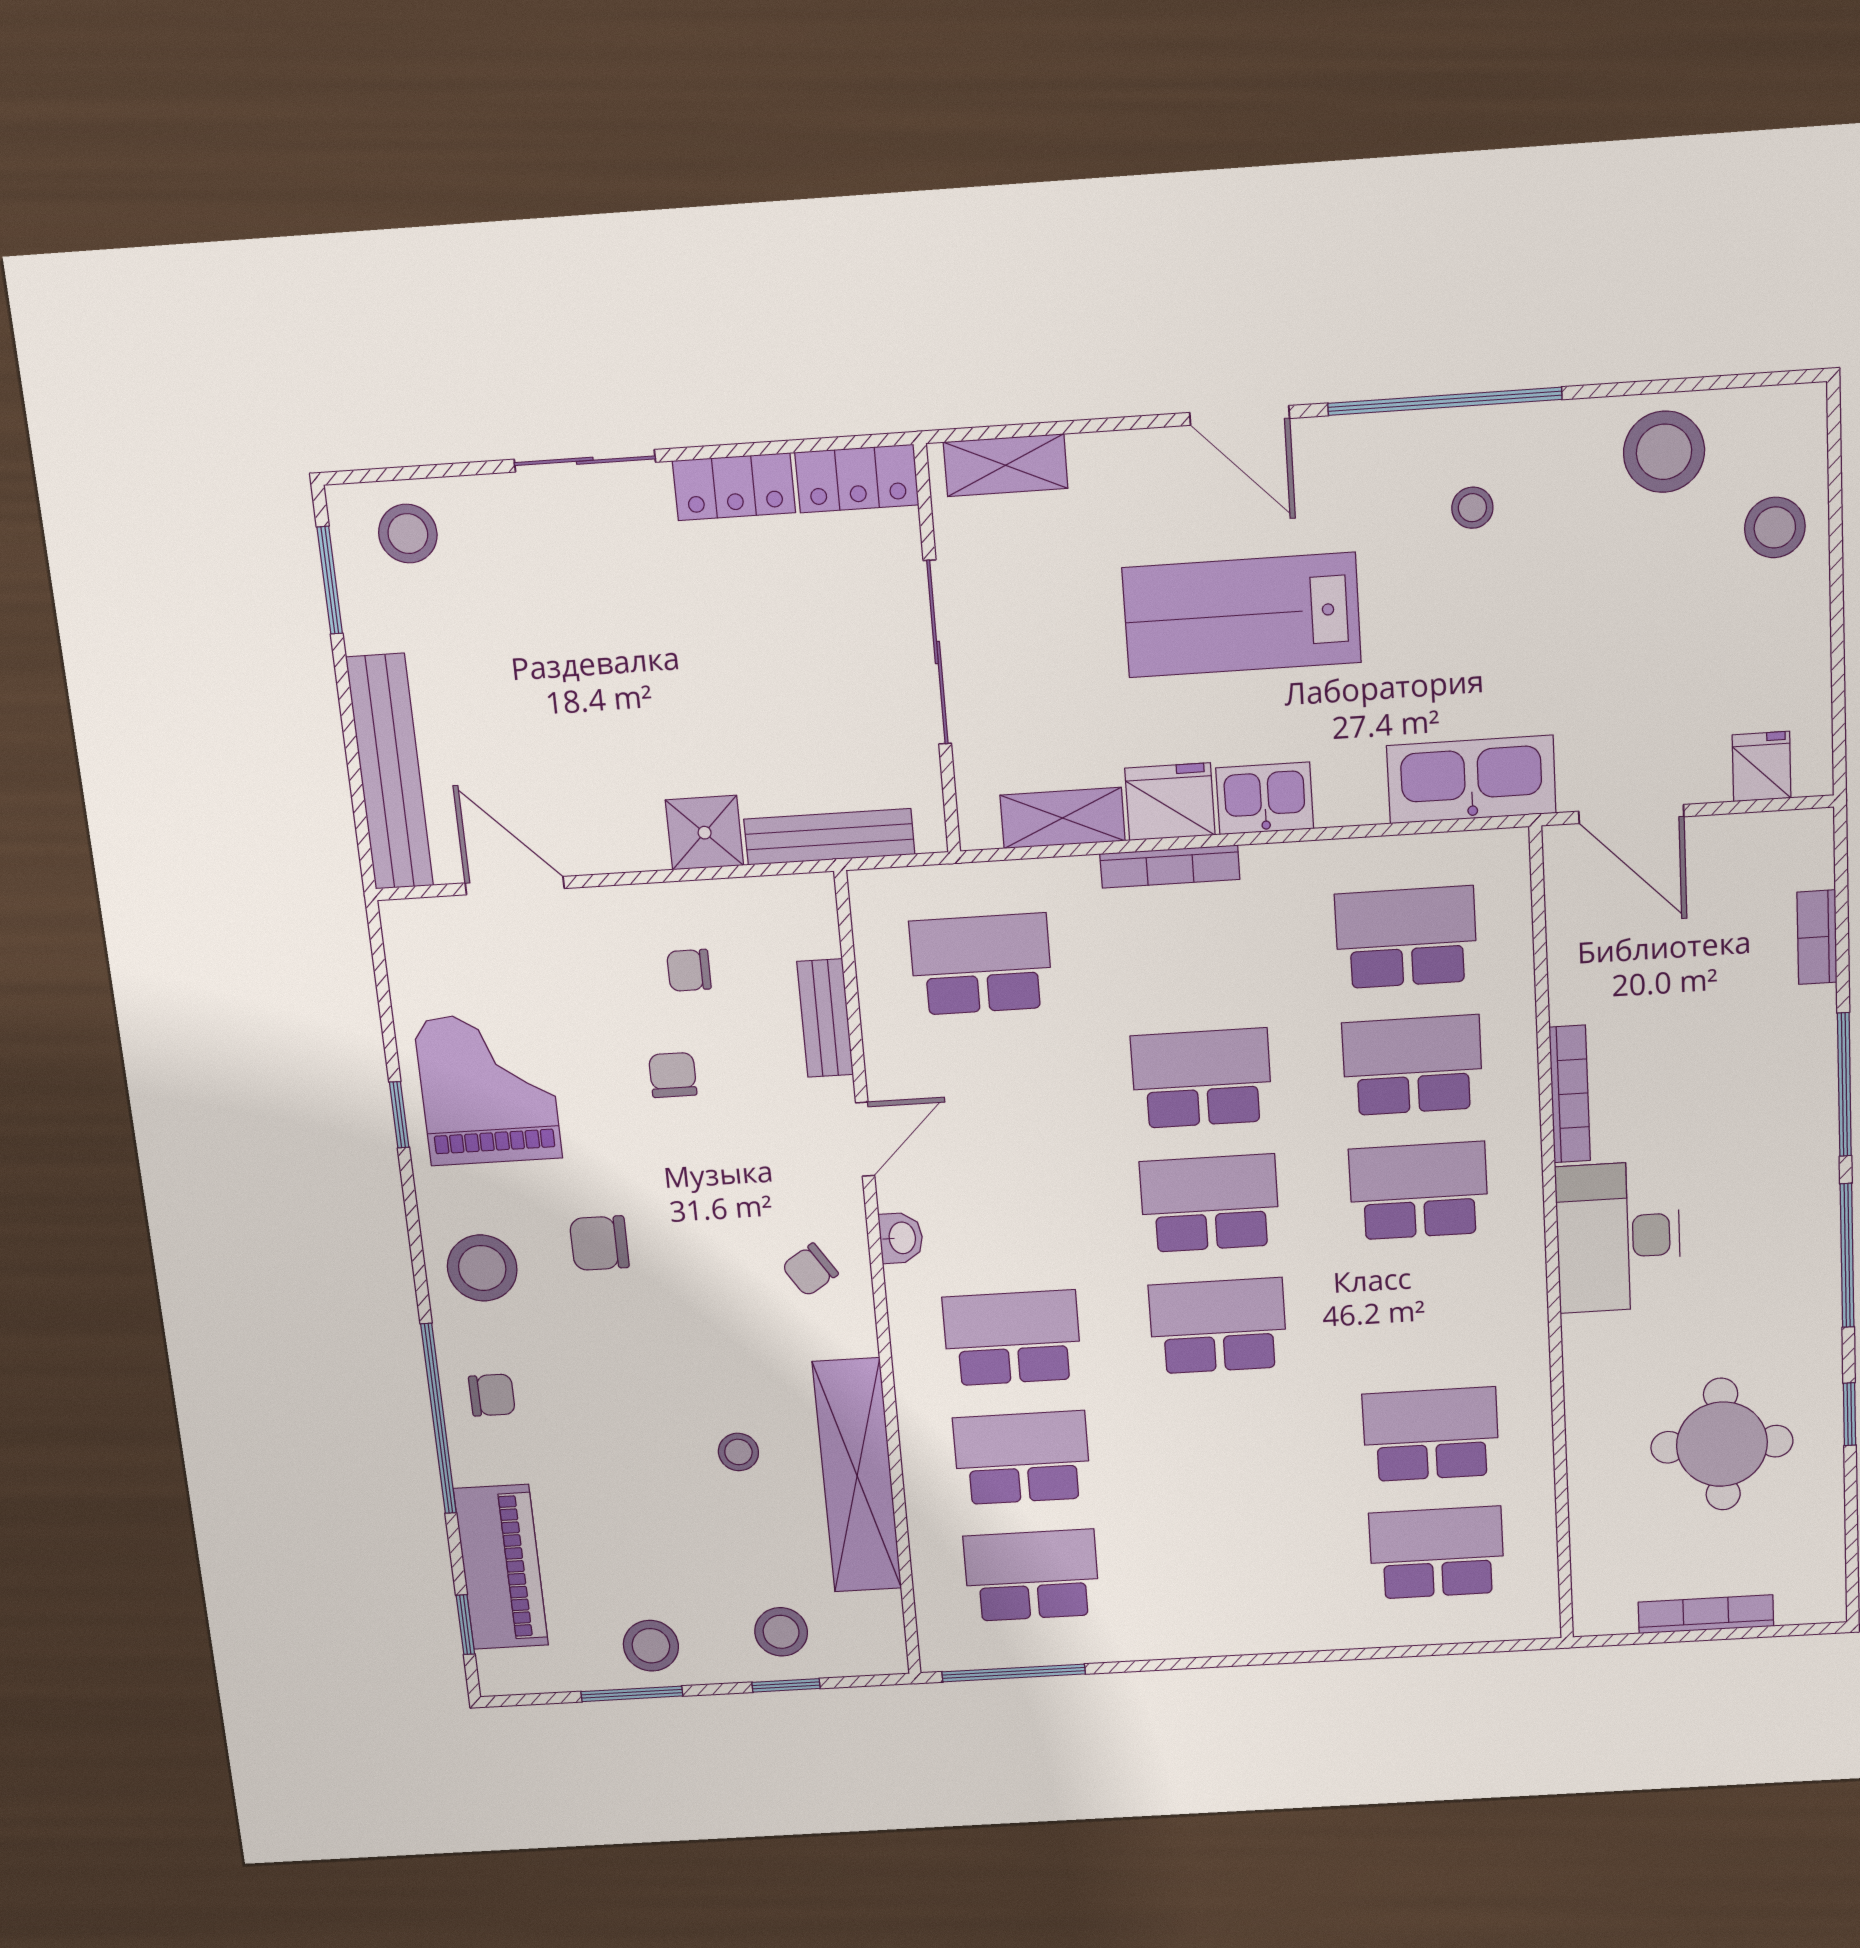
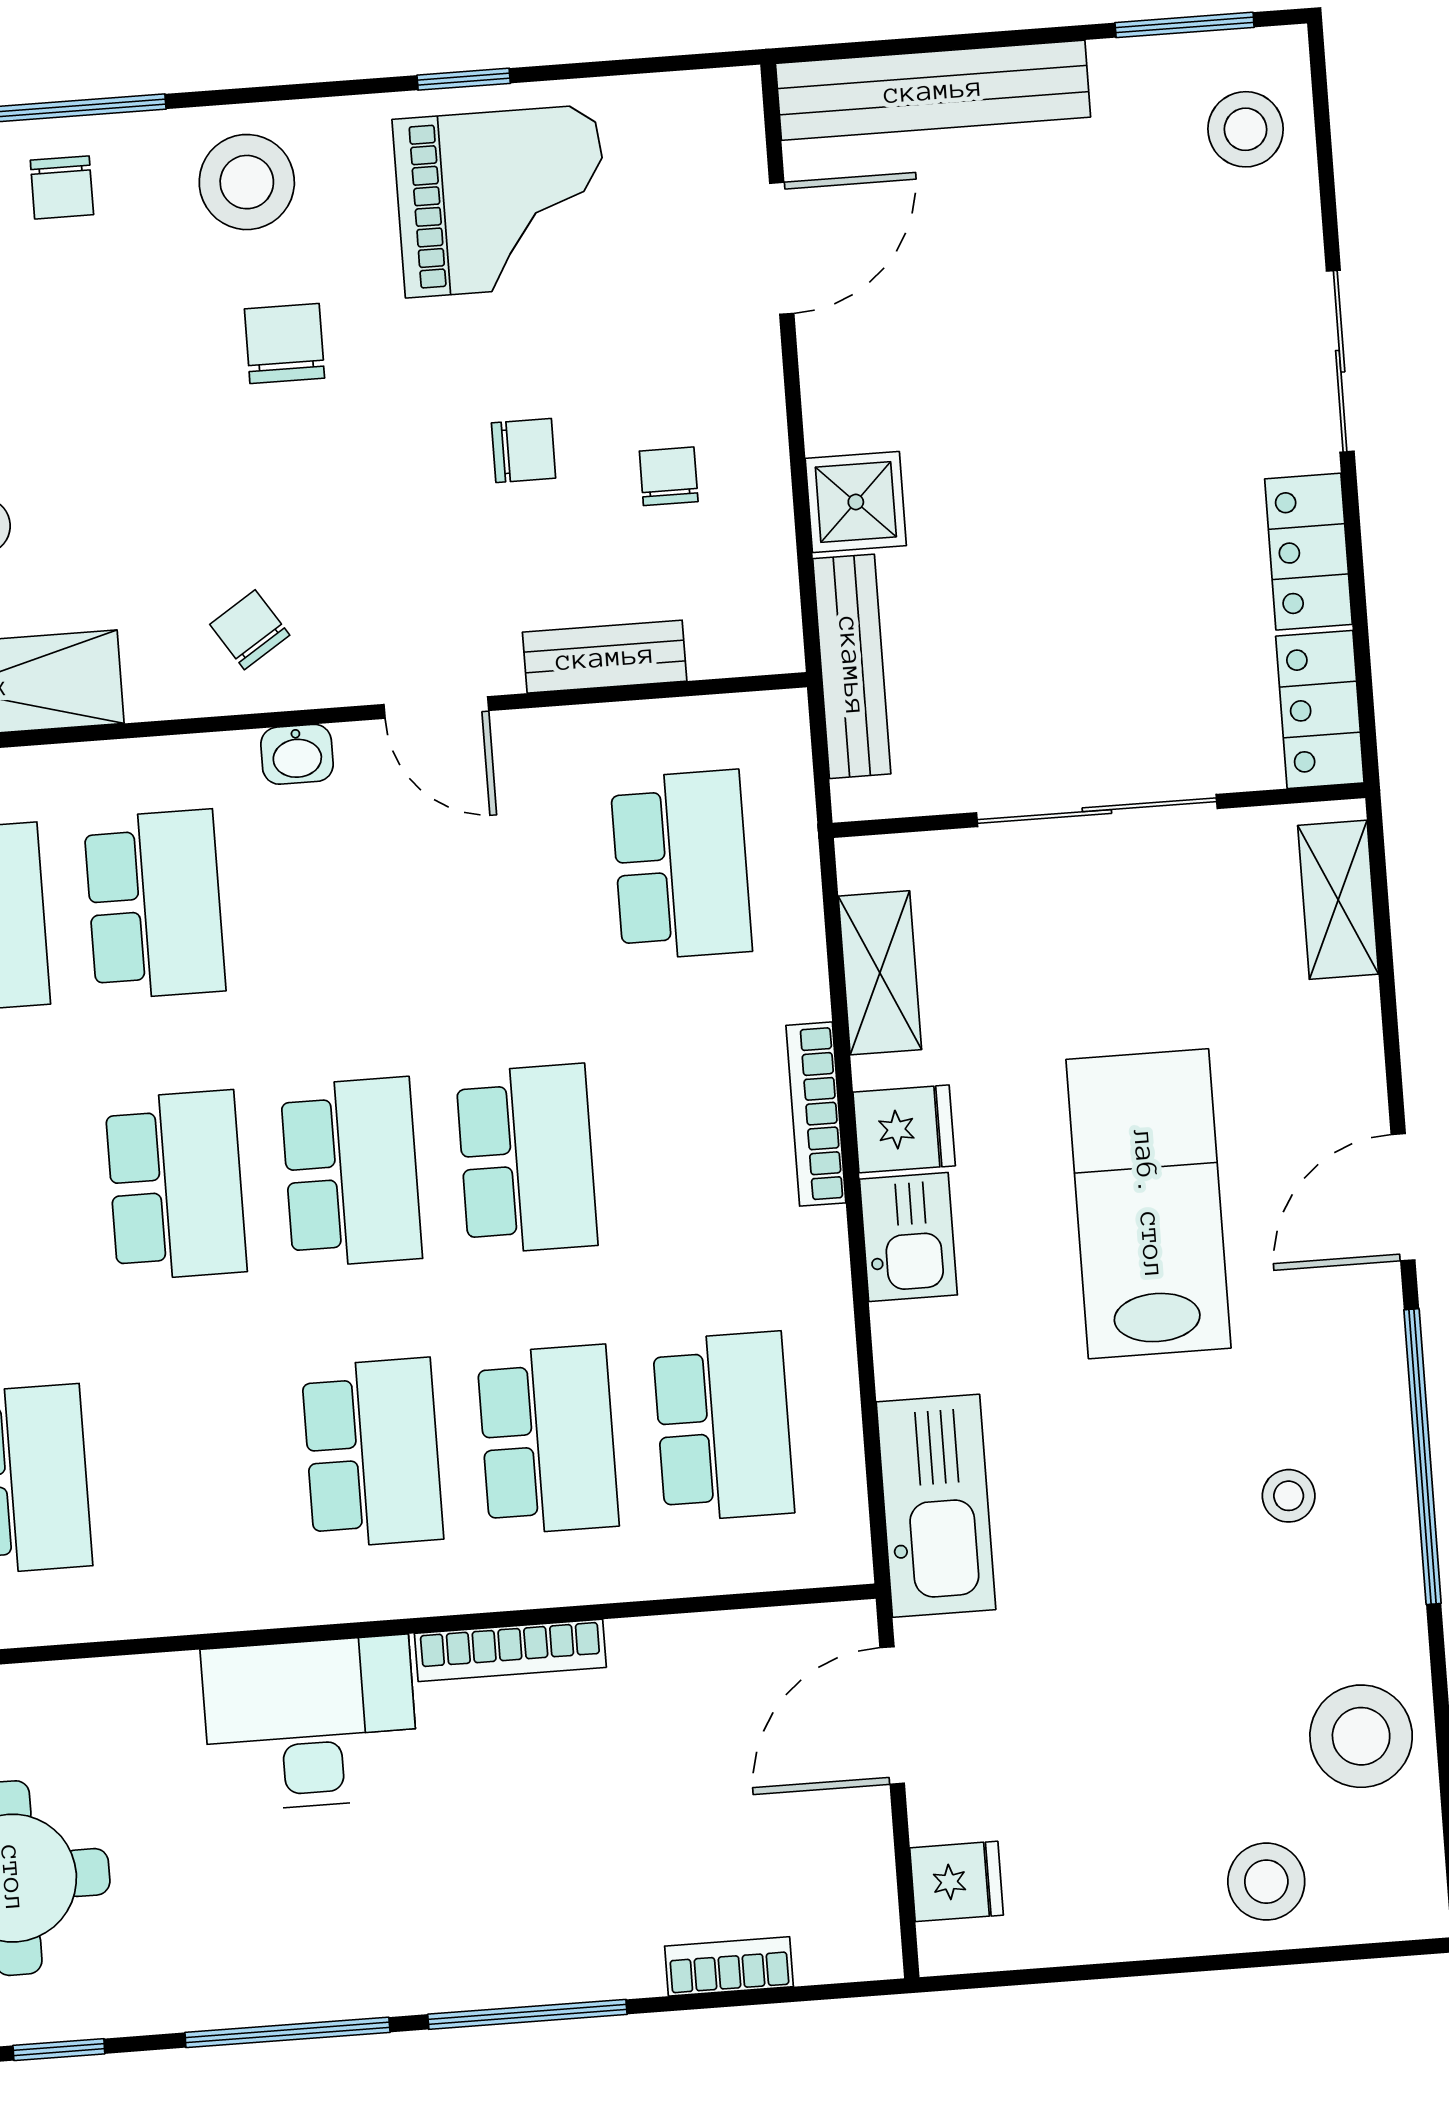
fridge: (1170, 802) -> (904, 1129), width x0.72

